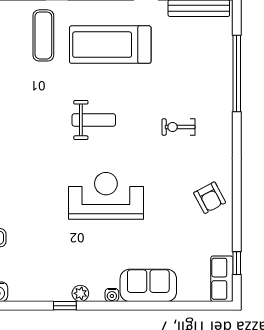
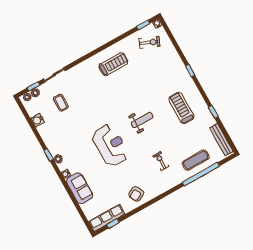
exercise mat: (43, 35) -> (196, 160), moved
treadmill: (110, 45) -> (181, 108), width x0.73, depth x0.73
weight bench: (94, 120) -> (142, 120), turned -90
row of seats: (222, 279) -> (107, 218), width x1.48

